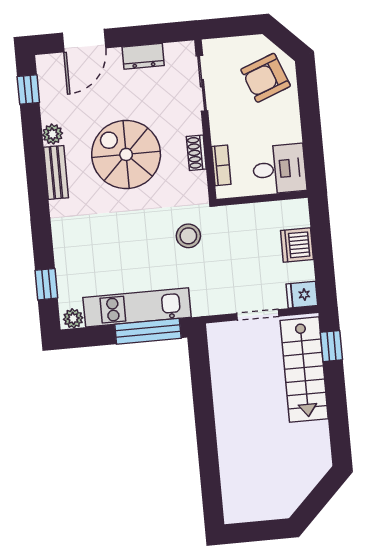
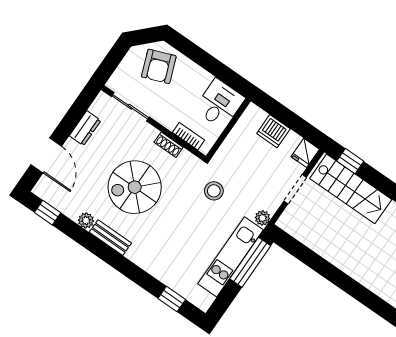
plant: (73, 318) -> (262, 218), moved

